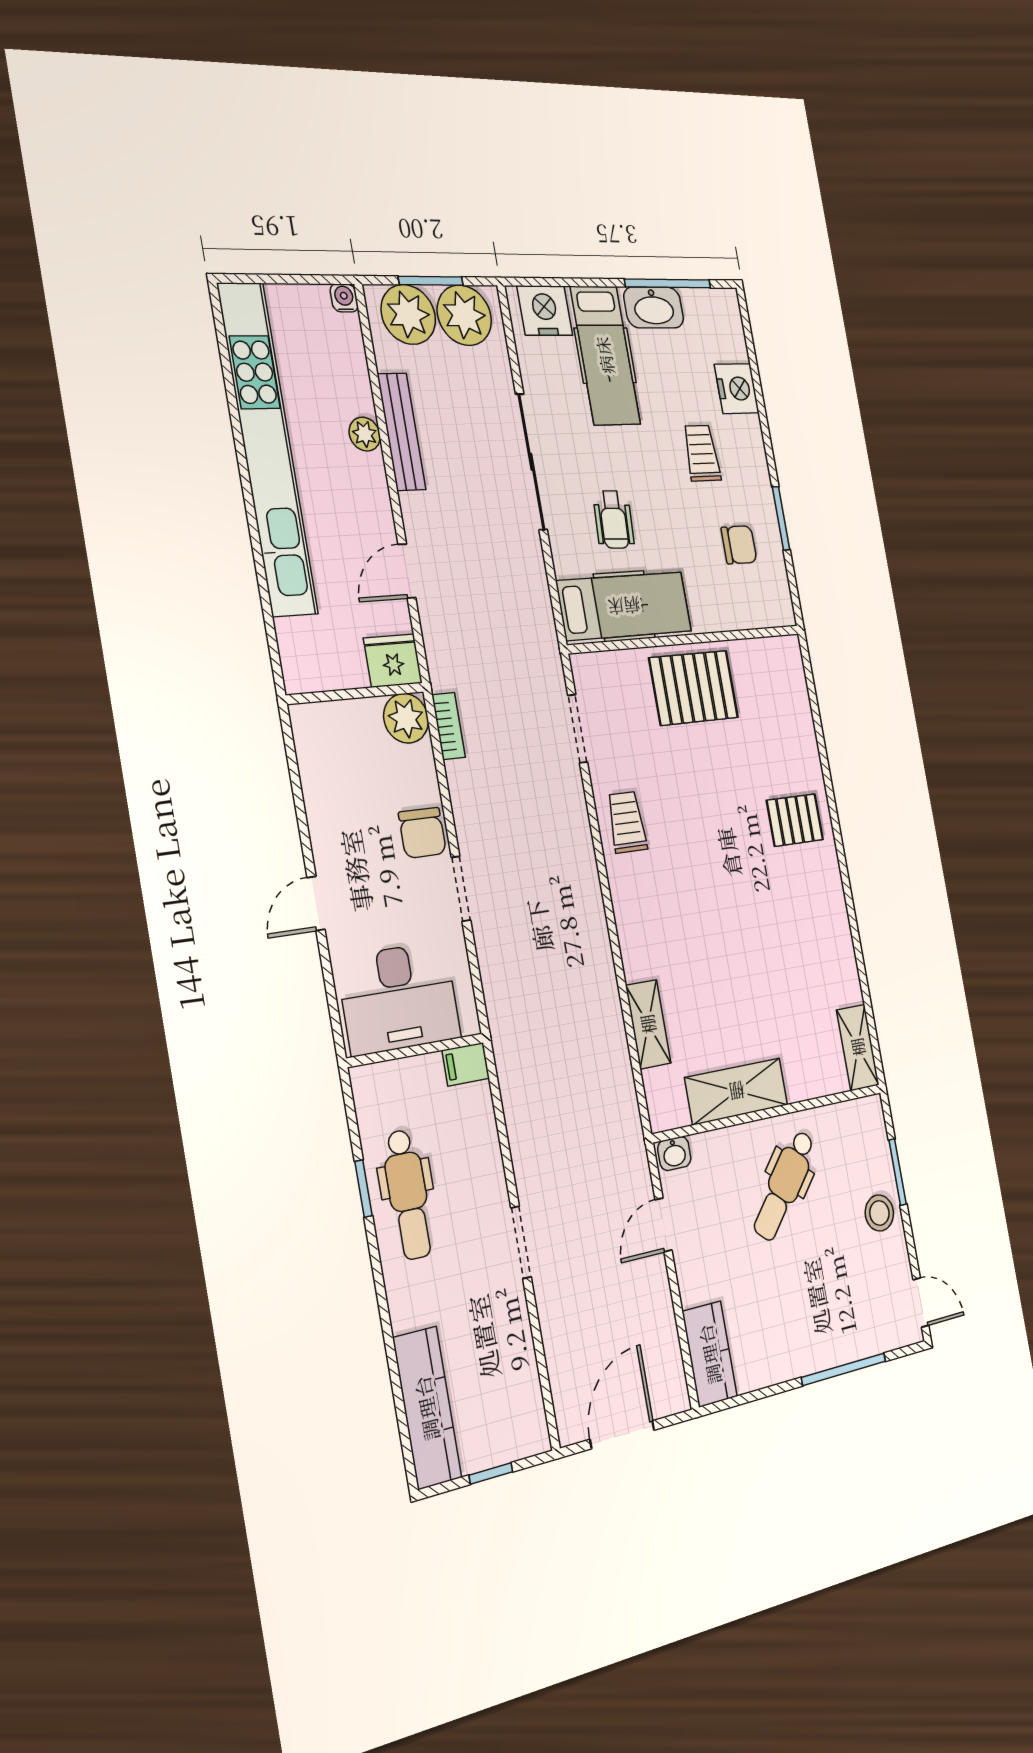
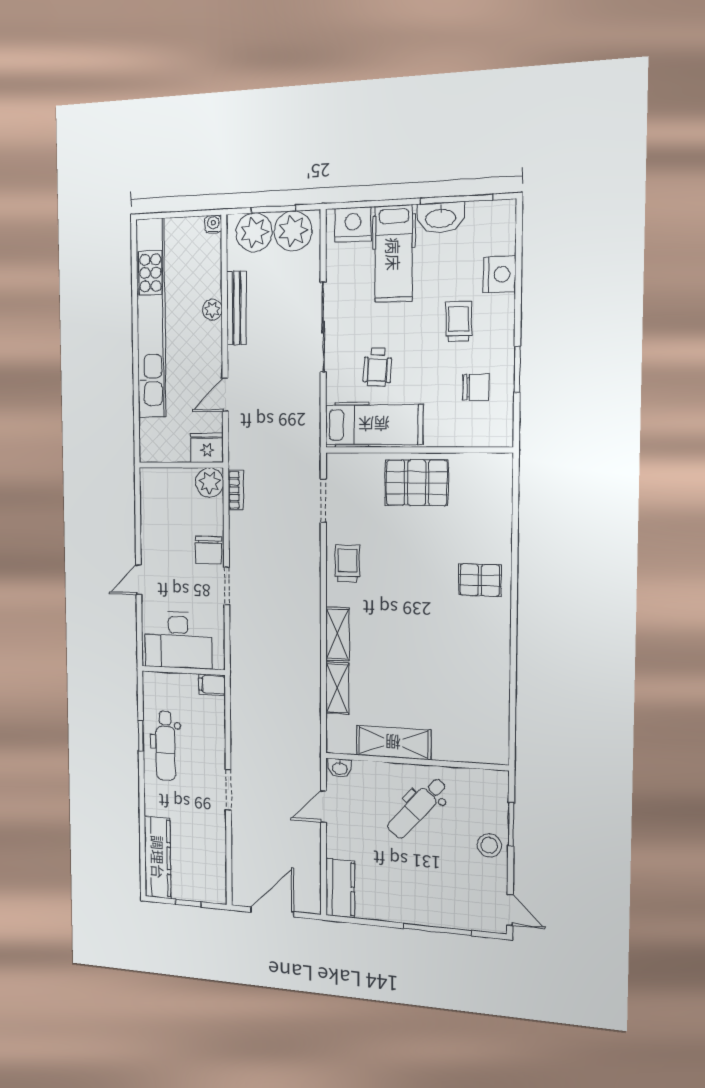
shelving: (858, 1047) -> (338, 634), moved

